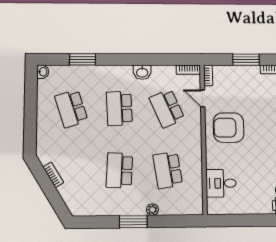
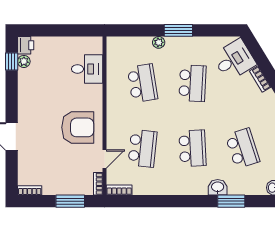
window: (246, 60) -> (70, 201), moved
washbasin: (142, 72) -> (218, 187), moved
door: (203, 98) -> (105, 159), hinge flipped
school desk: (167, 108) -> (142, 148), turned 30
desk: (79, 193) -> (234, 60), added

